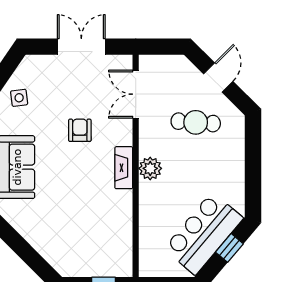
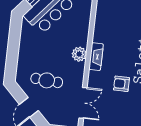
armchair: (80, 130) -> (121, 84), turned 90

